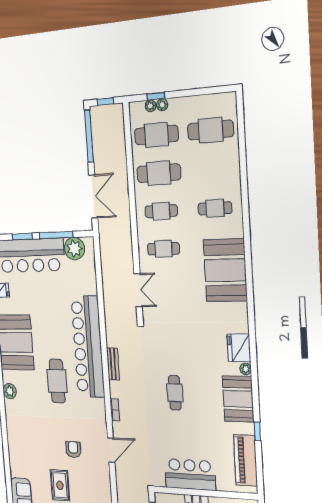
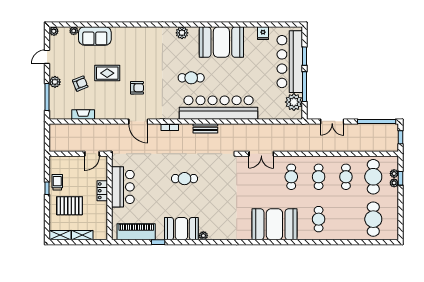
cafe table: (159, 173) -> (346, 177), width x0.73, depth x0.74
double door: (93, 196) -> (332, 121), width x0.73
fridge: (239, 348) -> (219, 231), removed
cafe table: (57, 381) -> (191, 78), width x0.73, depth x0.74

